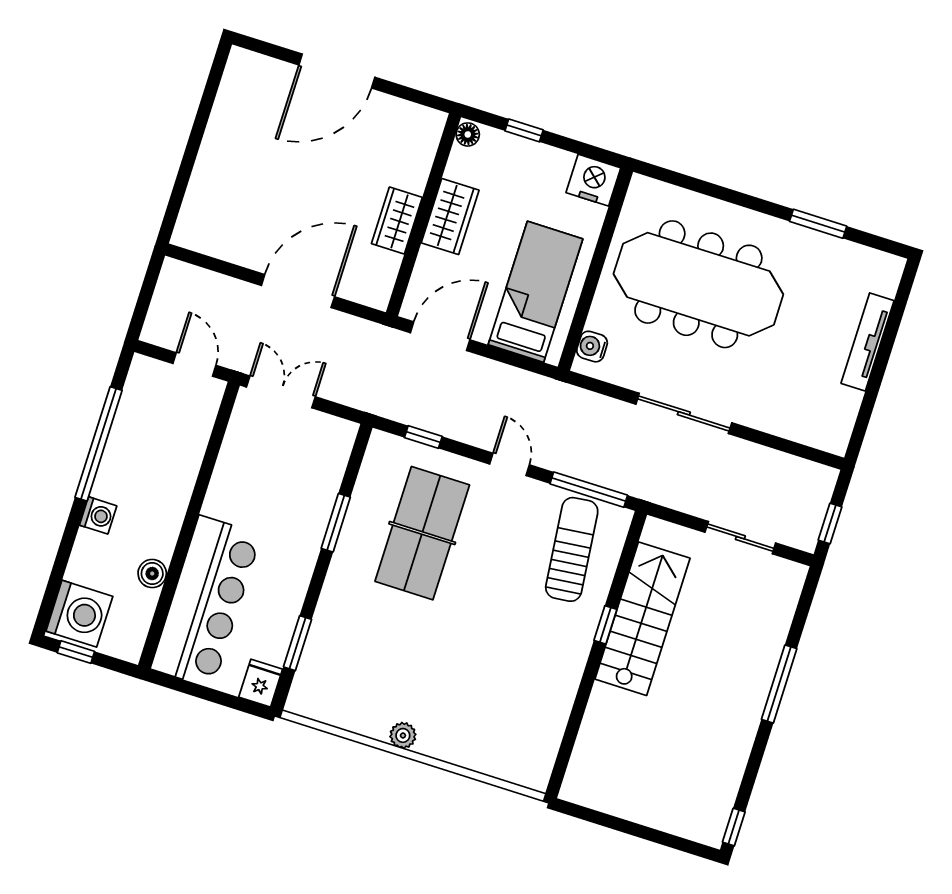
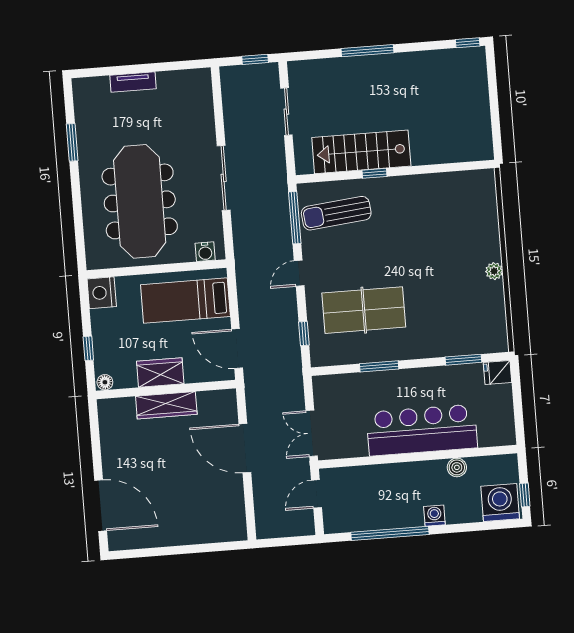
door: (337, 71) -> (101, 505), moved
wardrobe: (397, 221) -> (166, 405), width x1.50
tv unit: (868, 342) -> (133, 82), width x0.71
bar counter: (206, 602) -> (422, 430), moved

